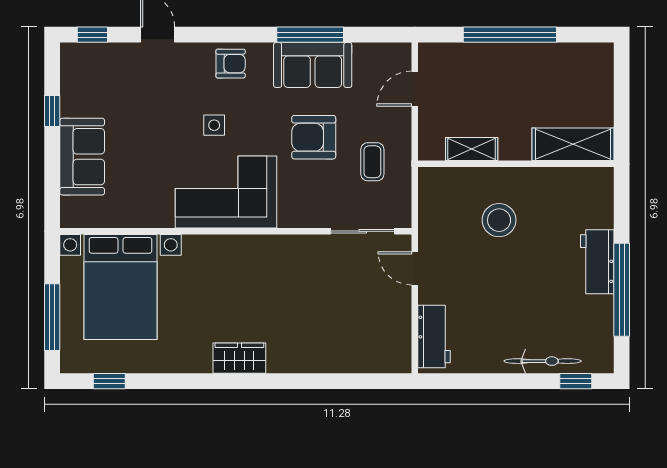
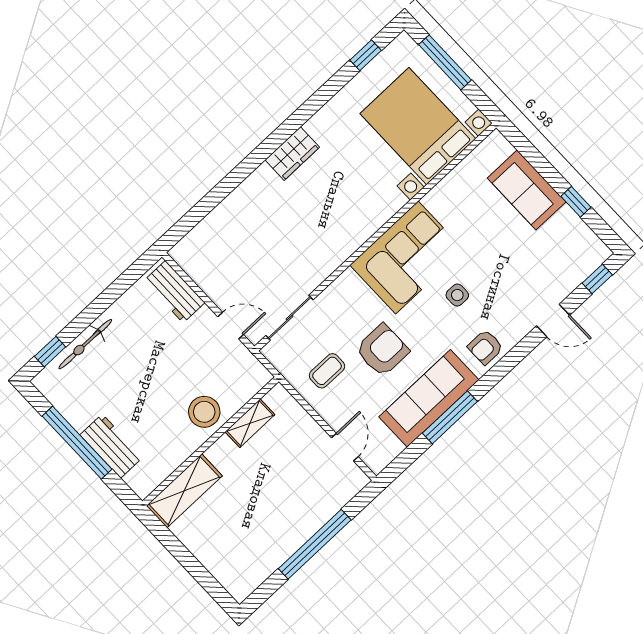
sofa: (313, 65) -> (429, 398), width x1.36
shelving: (573, 144) -> (184, 491), moved
shelving: (472, 149) -> (250, 423), moved
coffee table: (372, 162) -> (327, 371), turned 90
wall: (516, 164) -> (211, 441), moved

